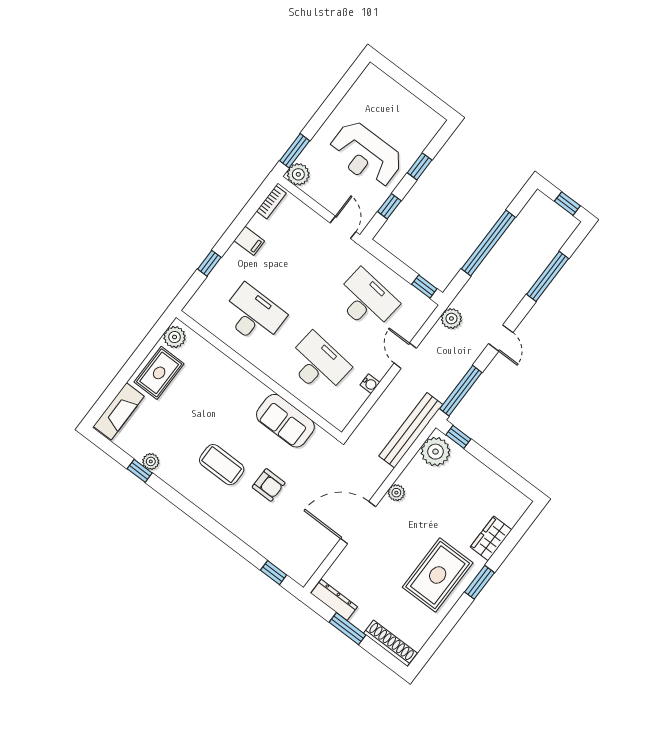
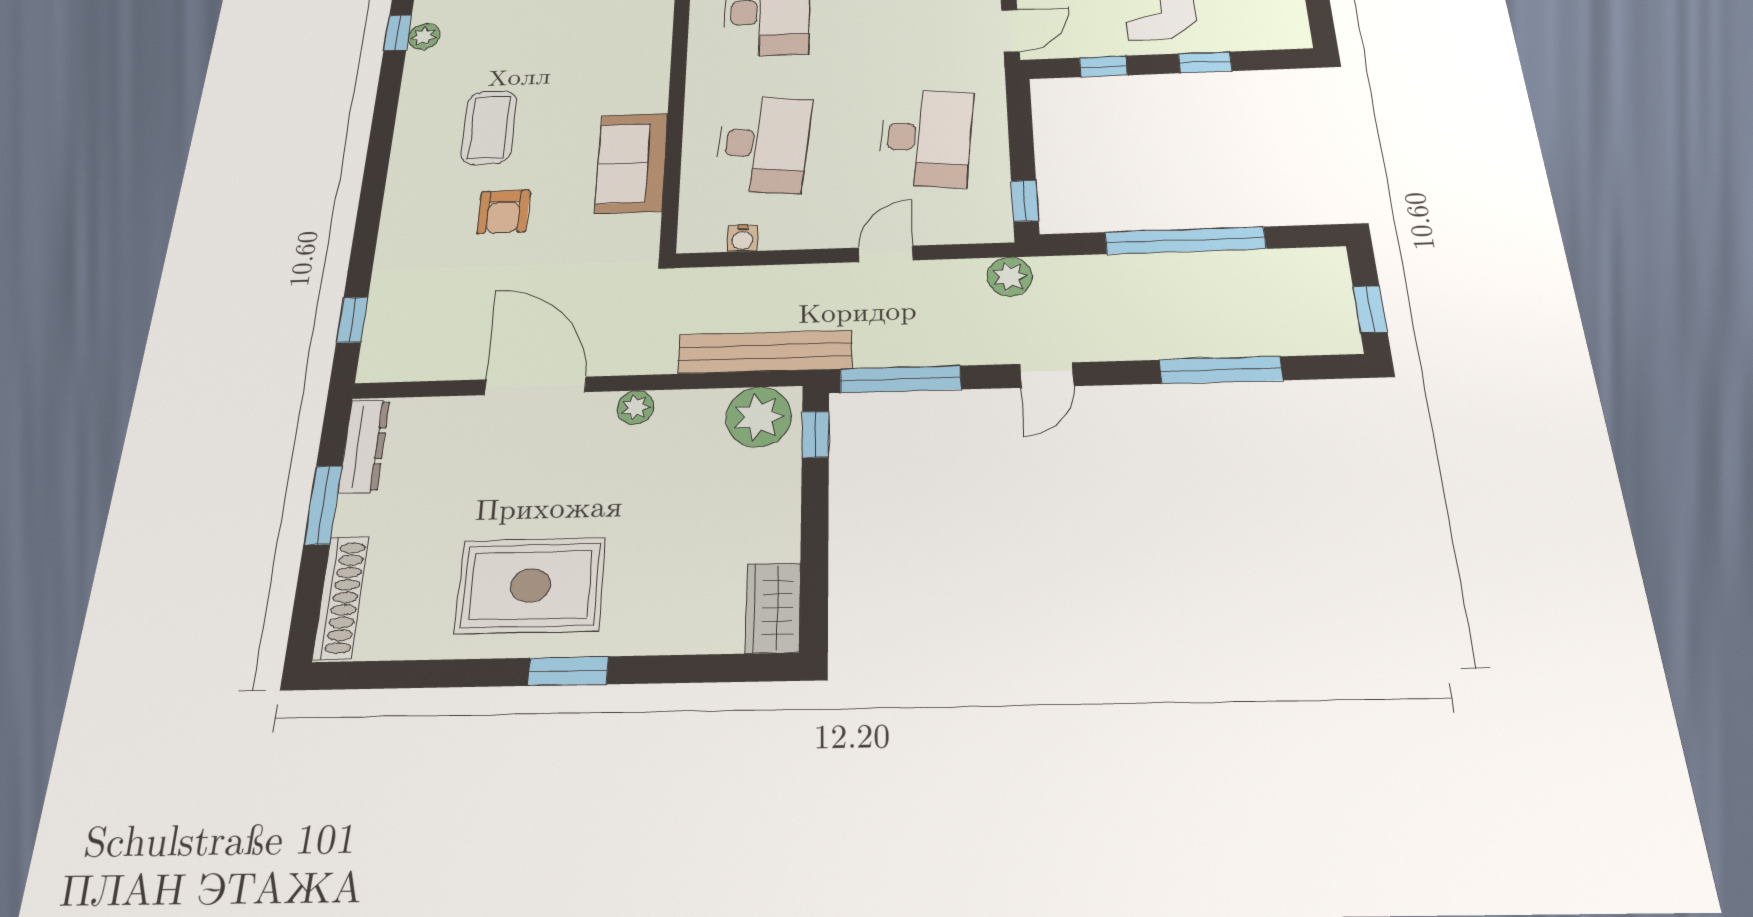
water cooler: (370, 384) -> (742, 238), moved
wardrobe: (491, 538) -> (773, 608), moved, turned -90

